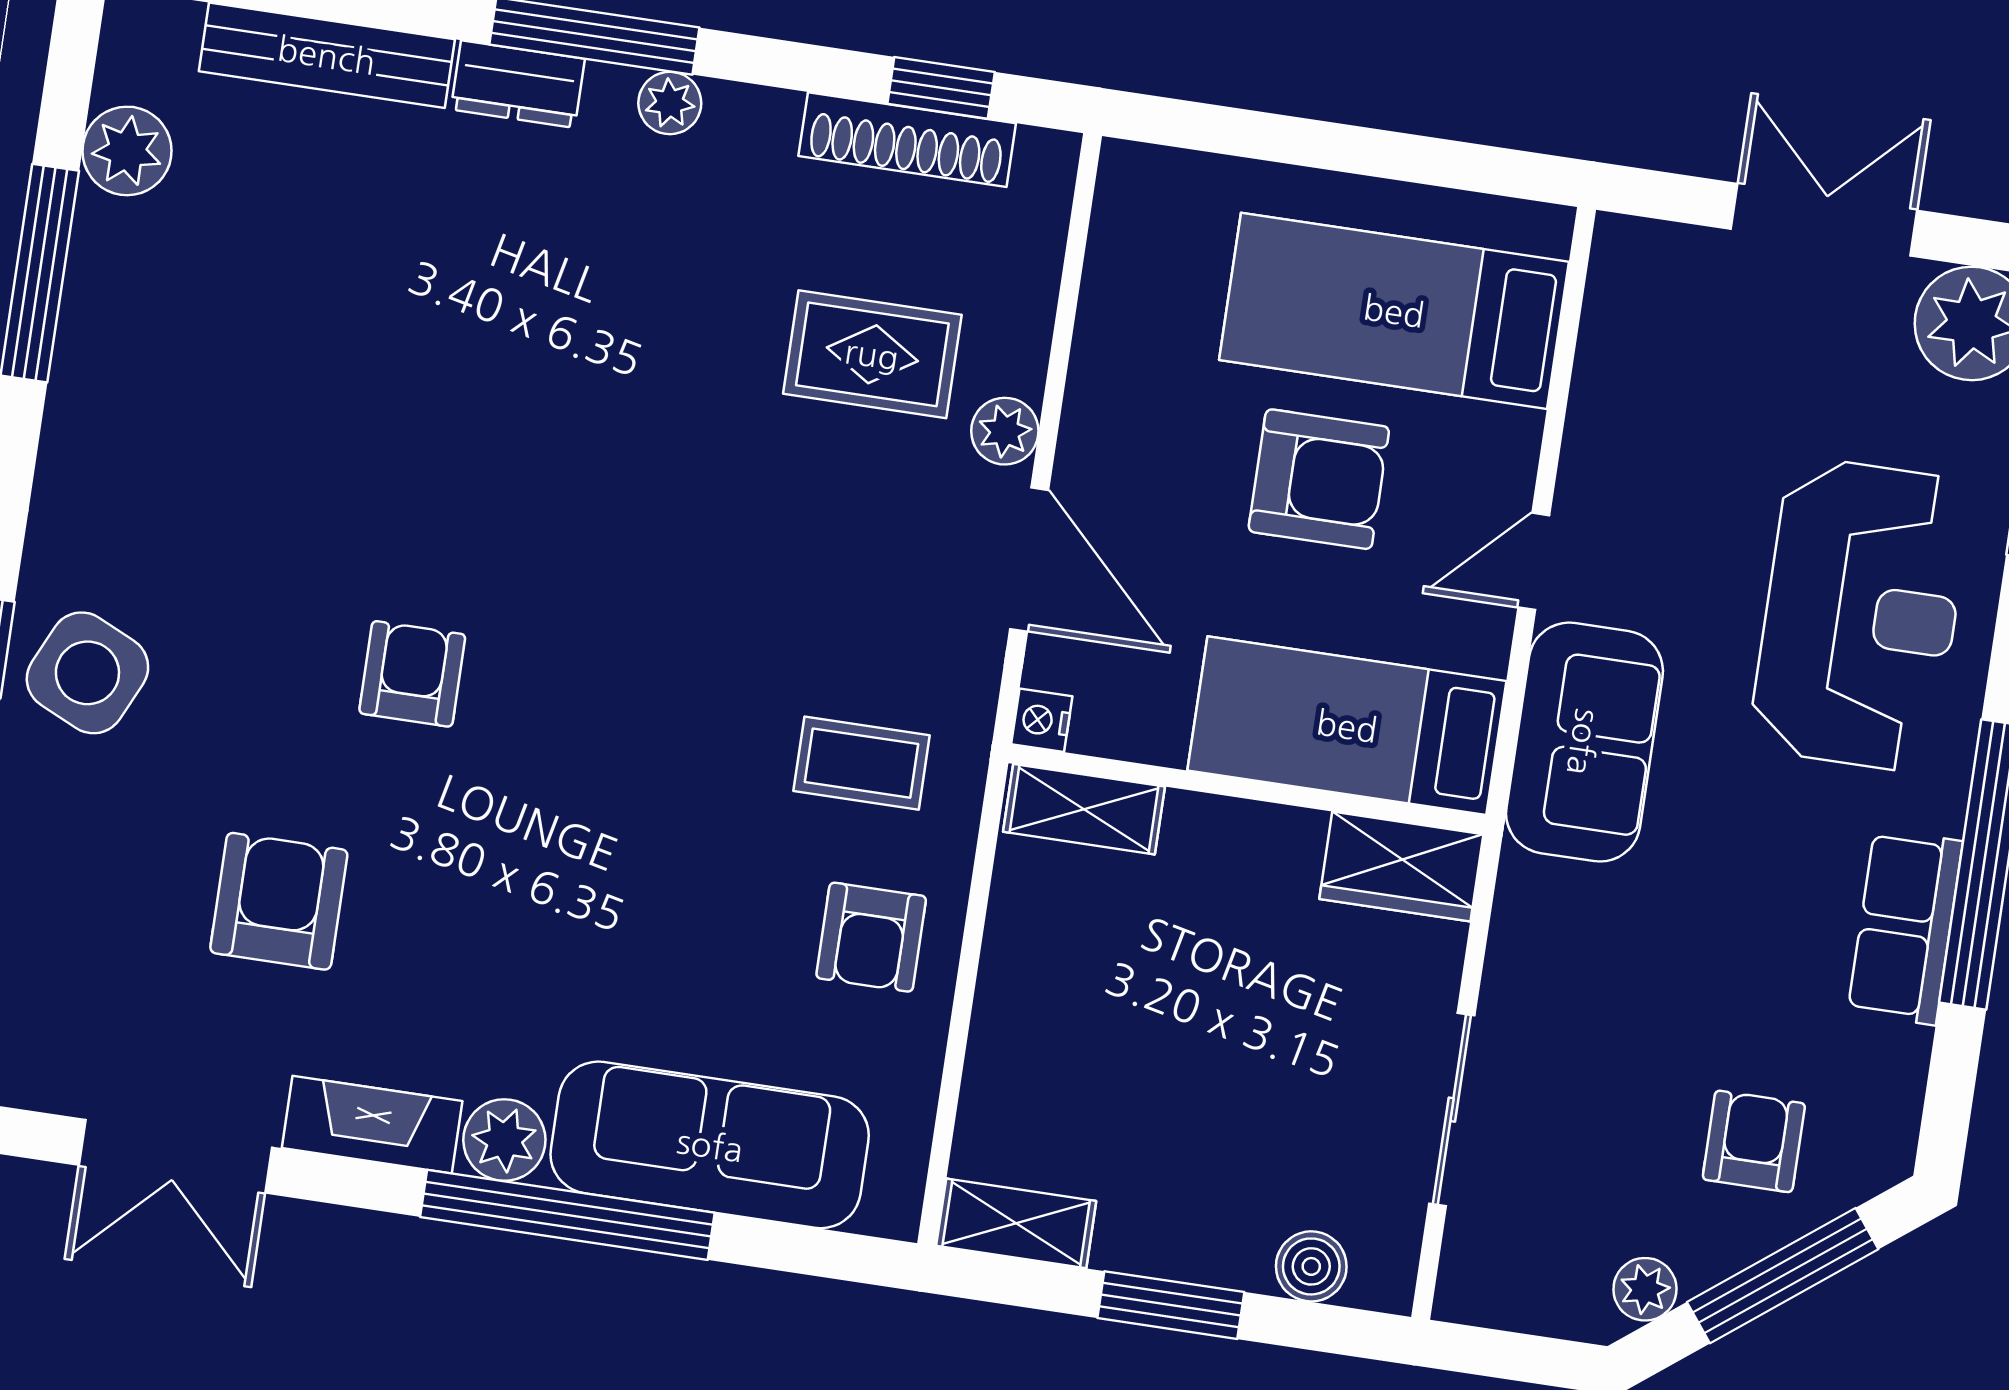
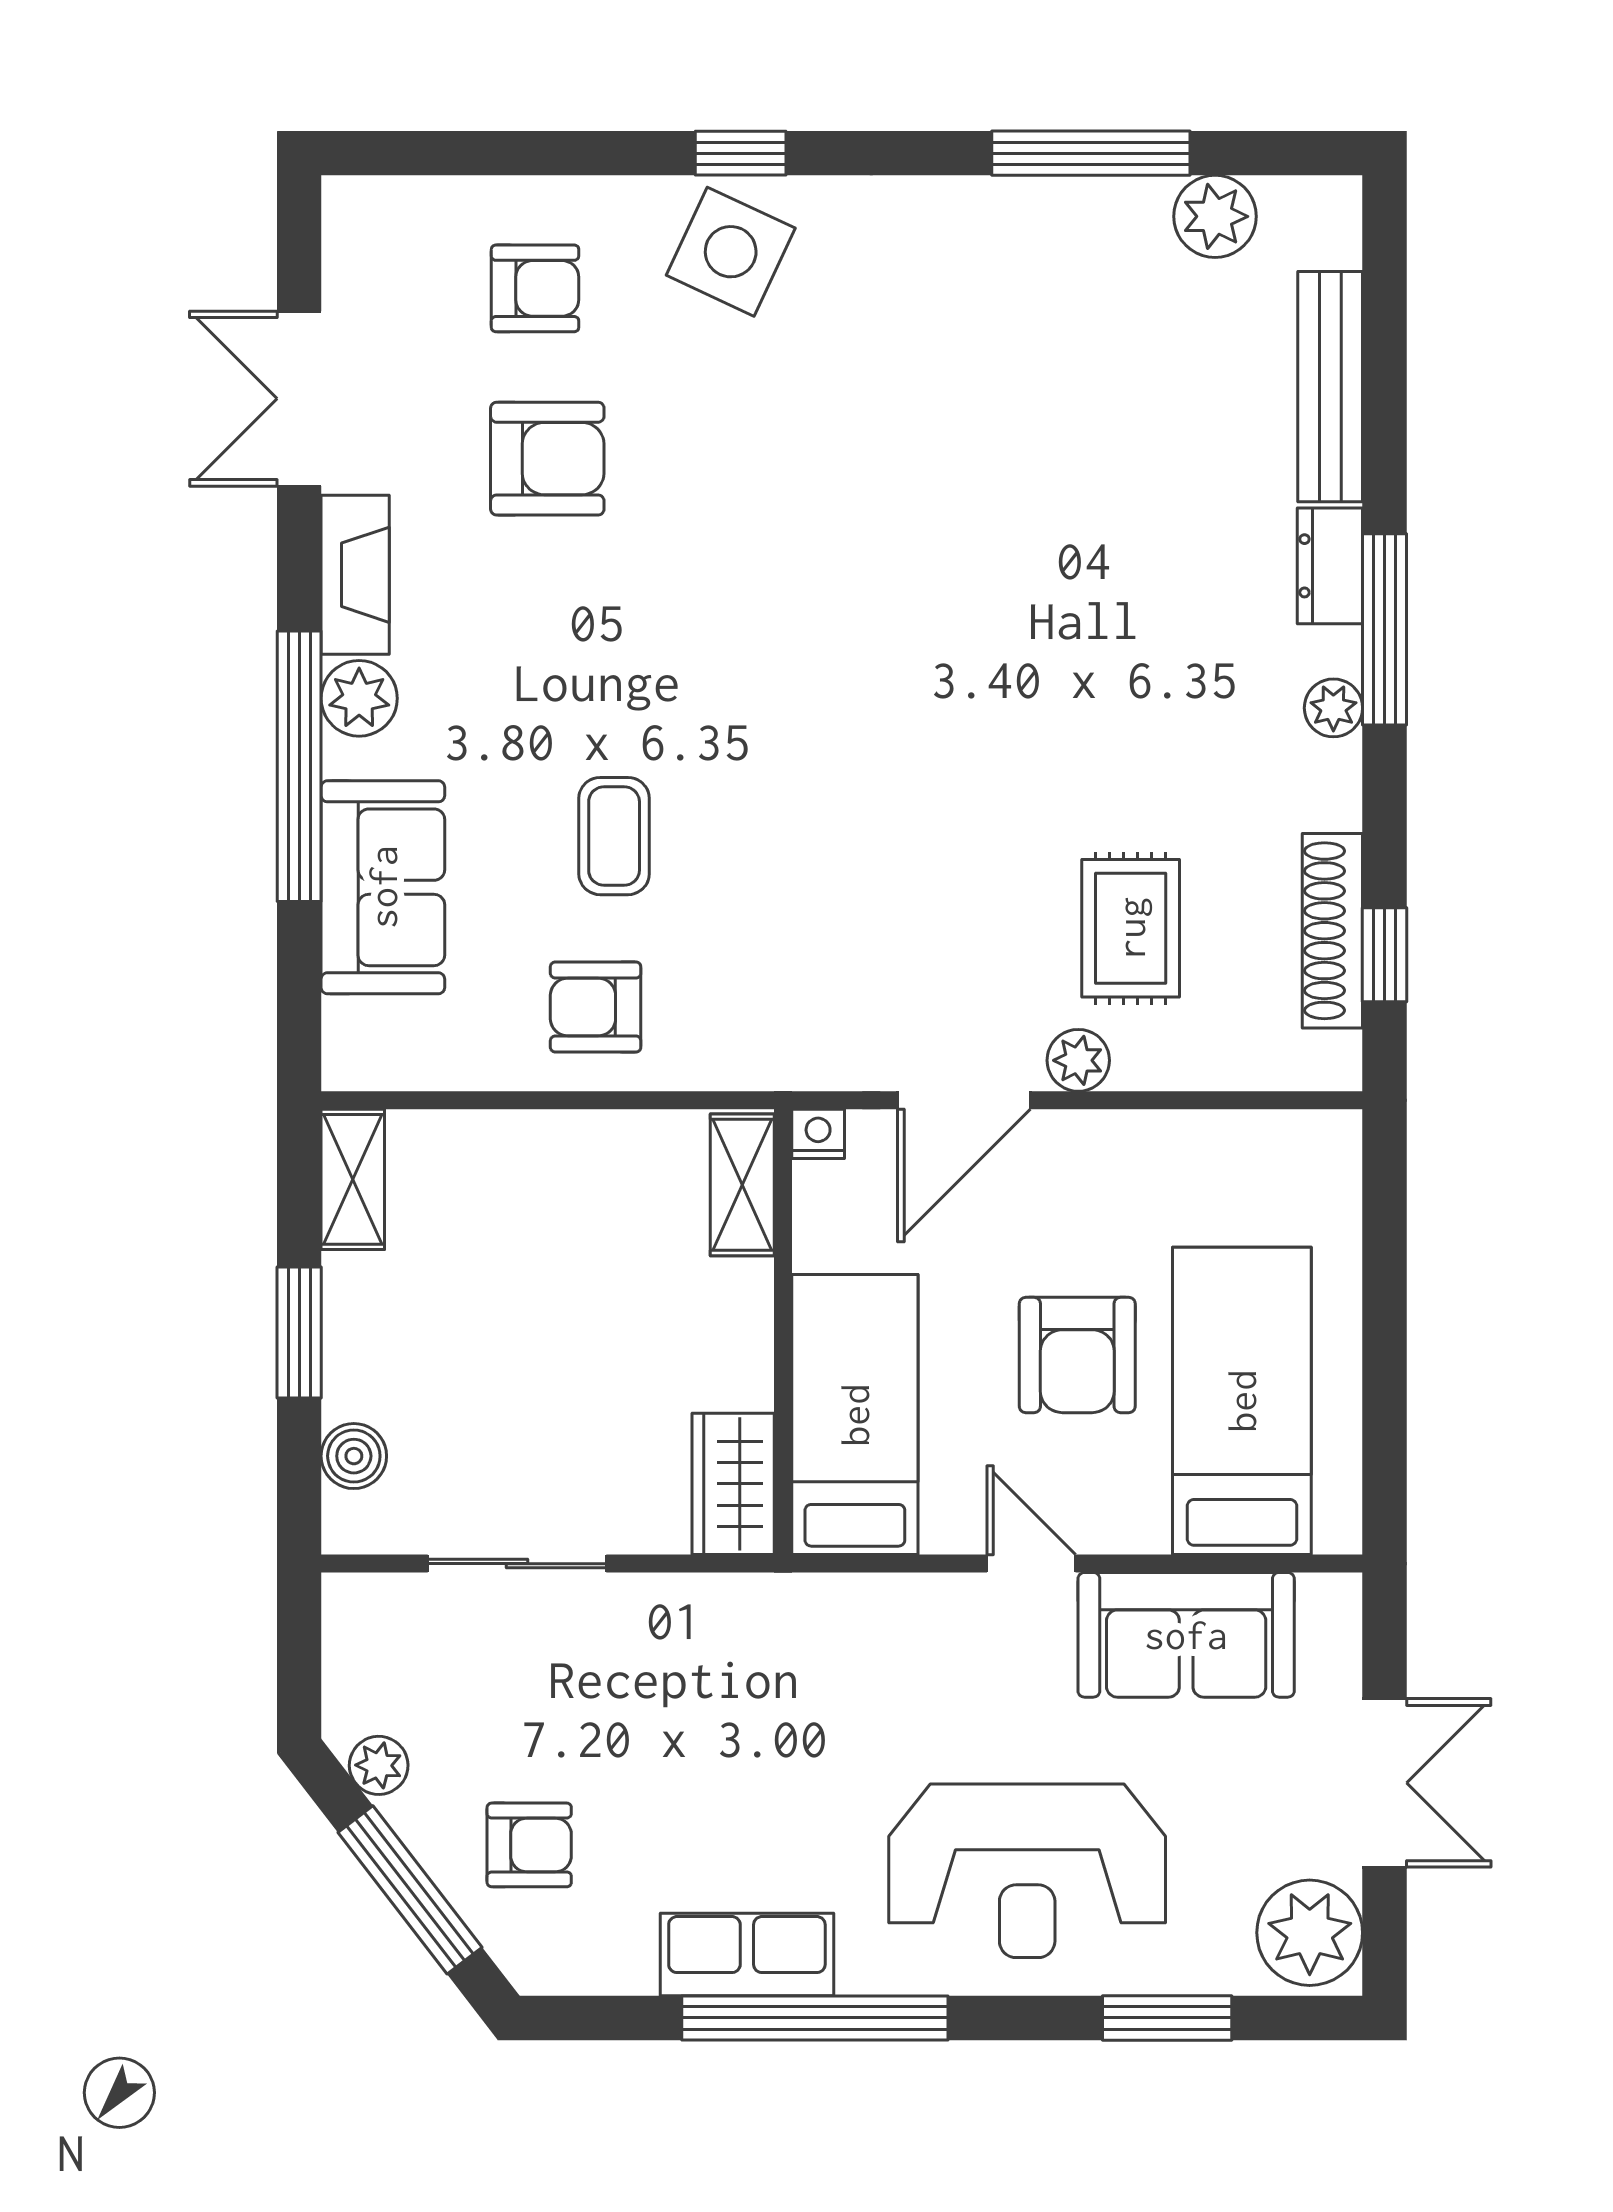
armchair: (412, 674) -> (535, 288), moved
sofa: (1584, 742) -> (1186, 1635), moved
coffee table: (862, 763) -> (614, 836), moved
sofa: (710, 1145) -> (383, 887), width x0.73

